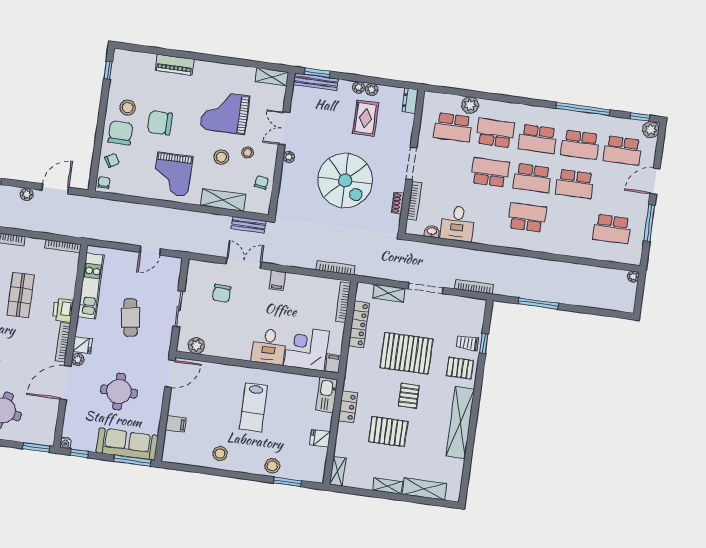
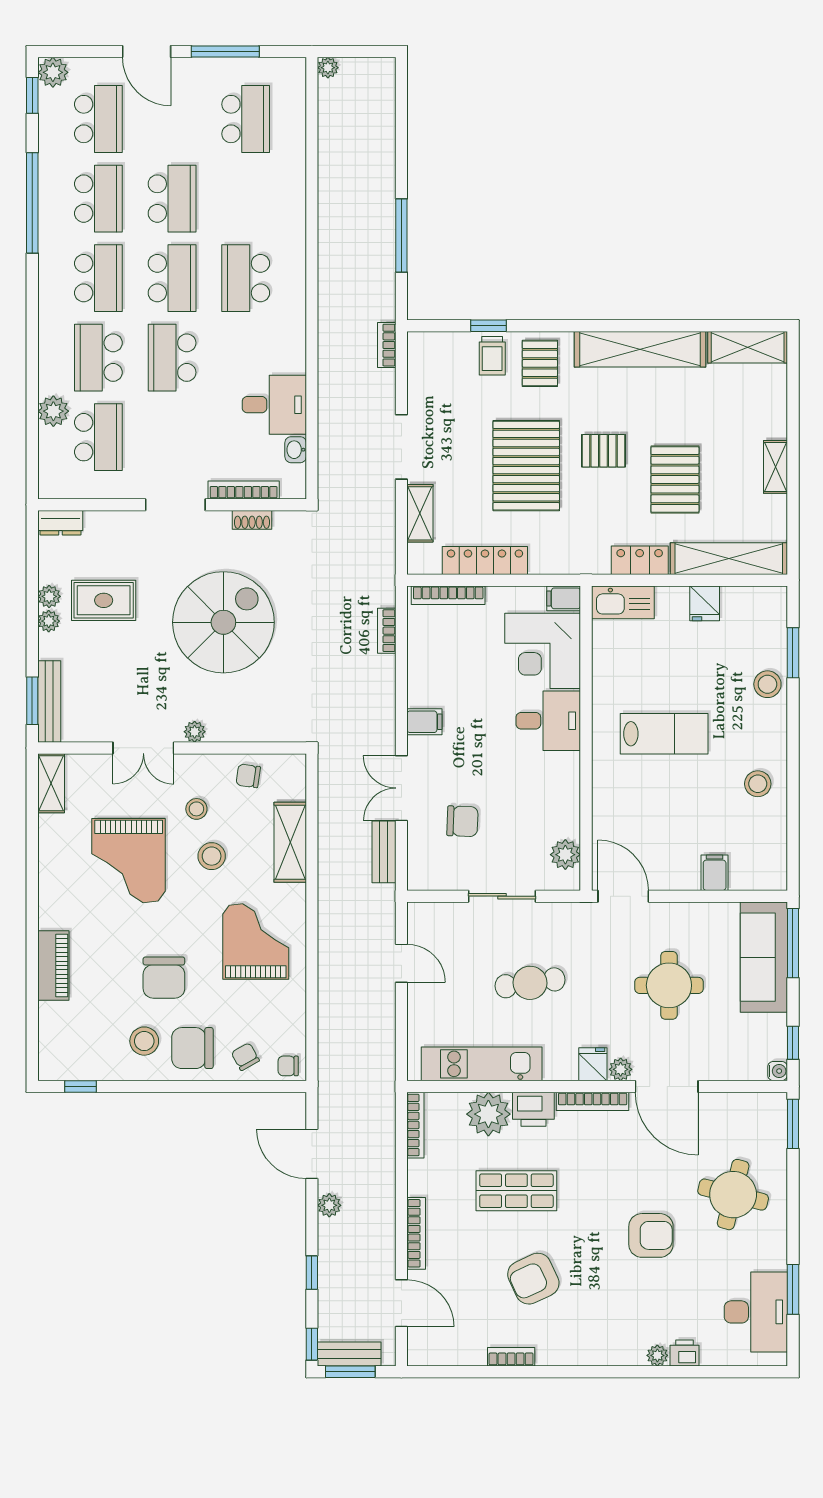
grand piano: (173, 174) -> (256, 941), turned -90
bench: (248, 225) -> (384, 852), moved
bookcase: (336, 268) -> (387, 631), width x0.64
plant: (64, 286) -> (488, 1114), added
bookcase: (474, 287) -> (387, 345), width x0.64
shelving: (338, 471) -> (729, 559), width x2.20, depth x1.33
shelving: (424, 489) -> (748, 347), moved, turned 90

